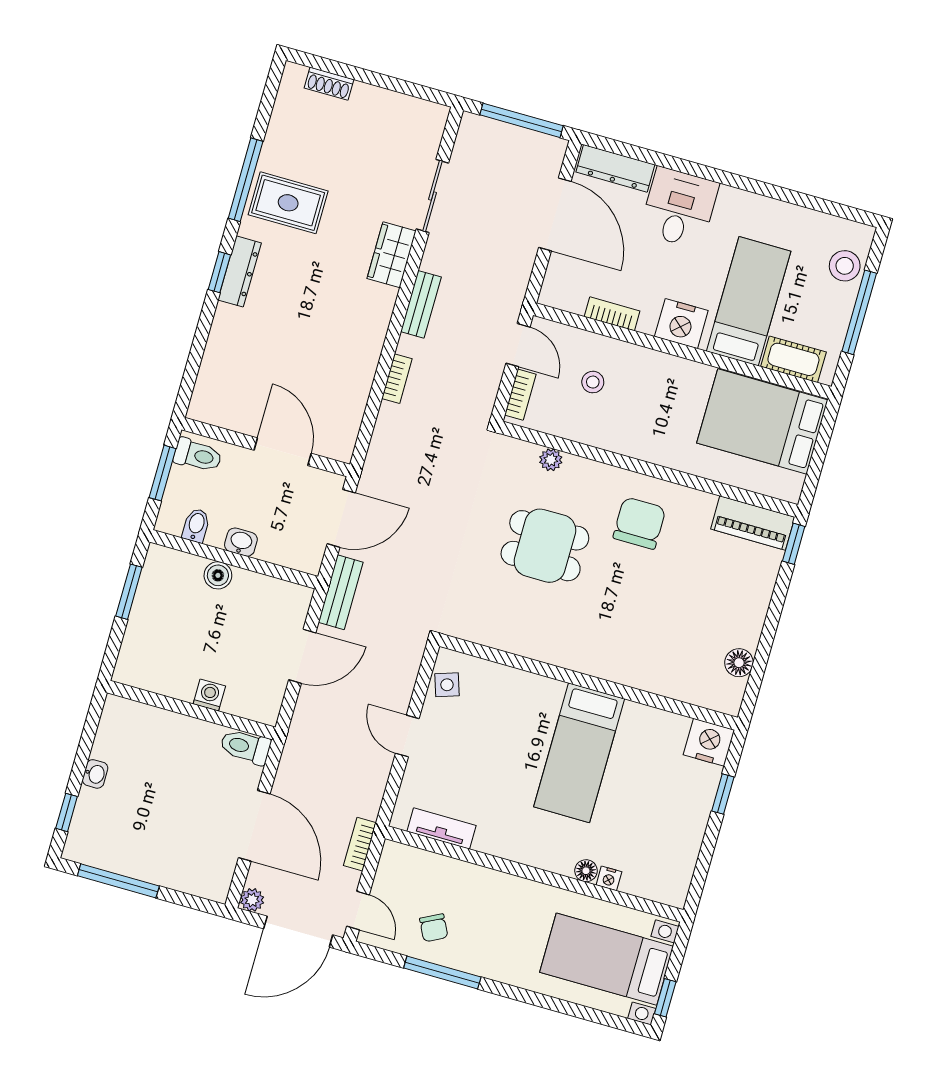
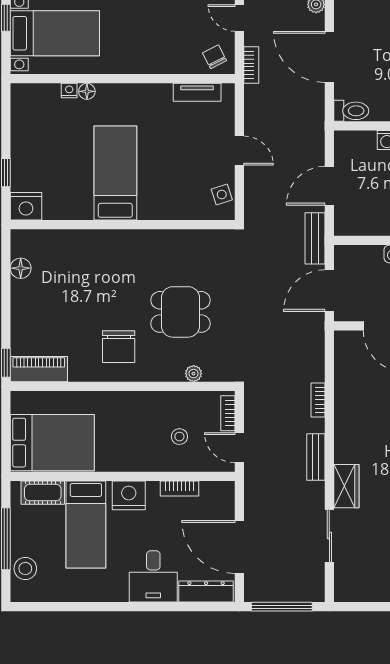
chair: (434, 928) -> (215, 57), moved

